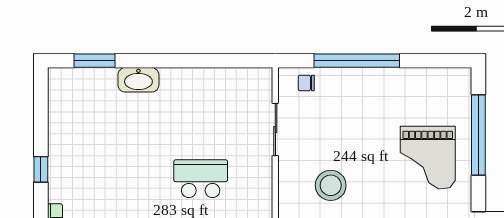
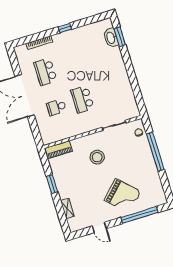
washbasin: (138, 80) -> (111, 38), moved
grand piano: (428, 158) -> (122, 196), turned -135
school desk: (201, 179) -> (82, 99), turned 180

